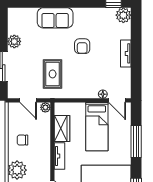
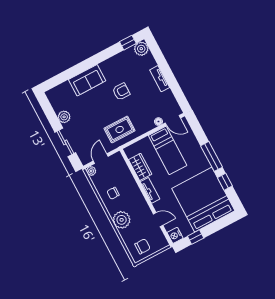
armchair: (82, 46) -> (121, 92), turned -90
rug: (53, 74) -> (120, 129), moved, turned 90
door: (28, 100) -> (101, 159), swing flipped
plant: (45, 107) -> (91, 171), moved
window: (136, 142) -> (212, 156), moved

